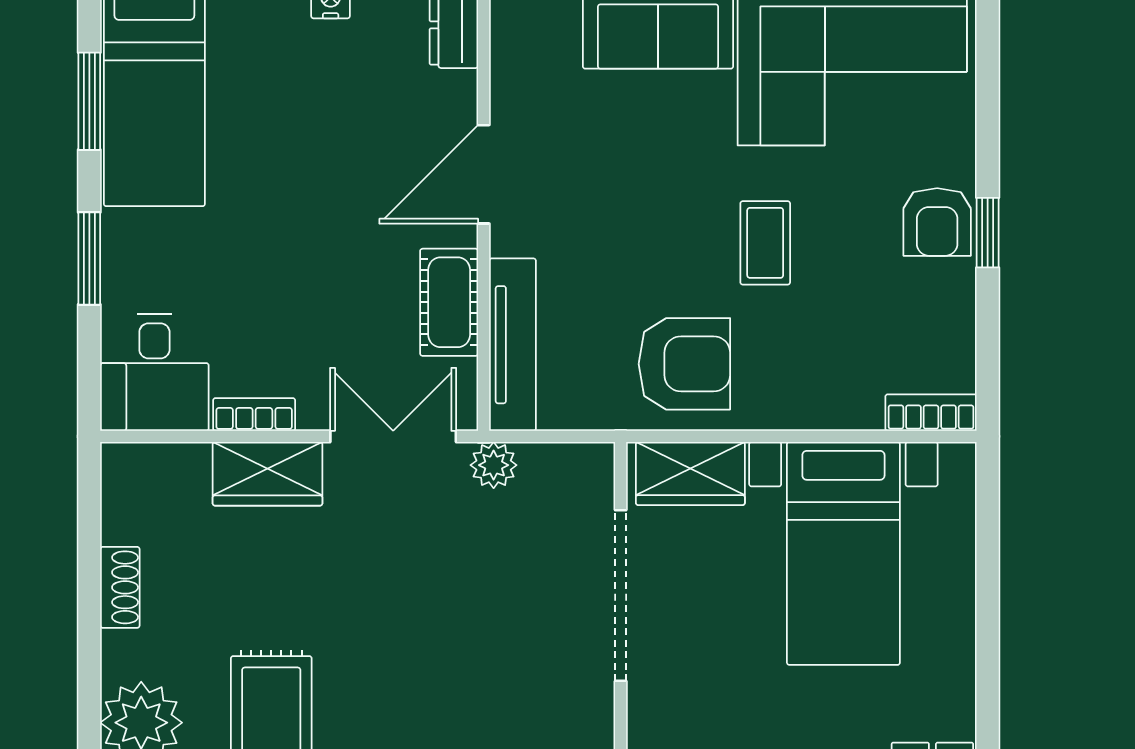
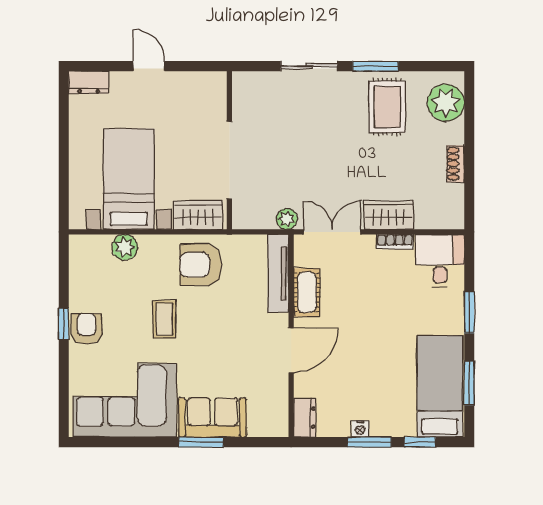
plant: (852, 402) -> (125, 247), added
bookcase: (931, 413) -> (89, 243), removed
double door: (393, 436) -> (332, 232), swing flipped

